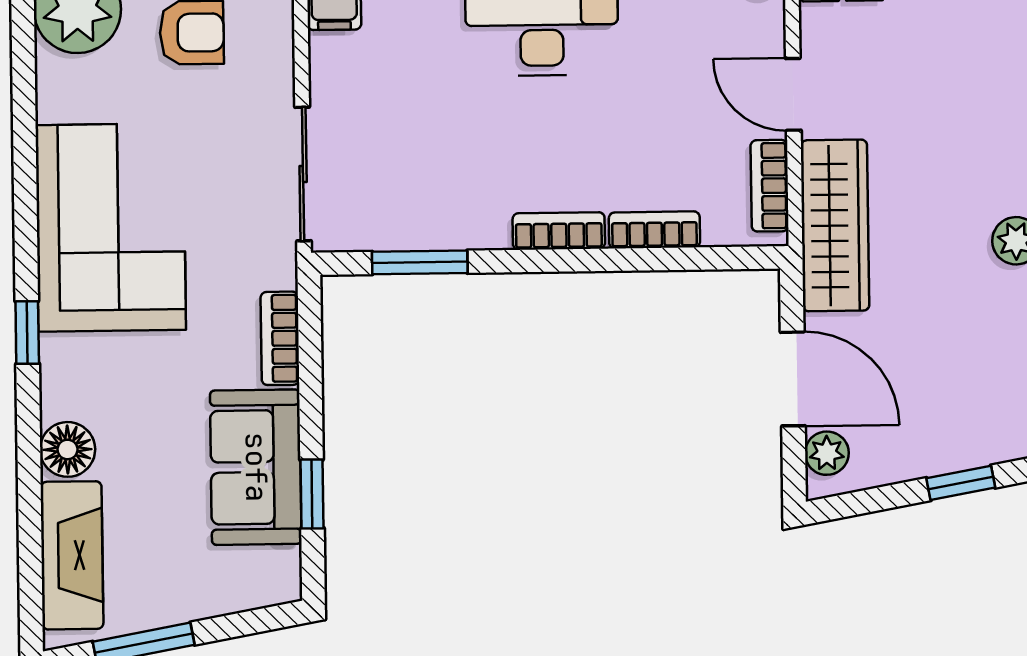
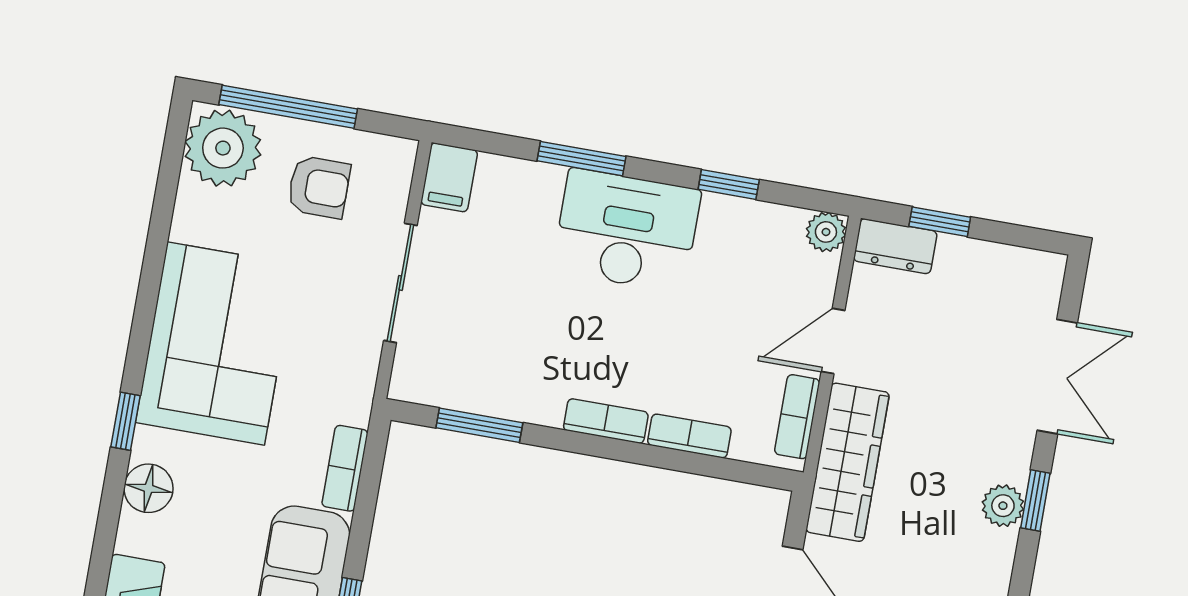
door: (793, 94) -> (833, 341), hinge flipped
sliding door: (303, 174) -> (400, 283), moved
floor lamp: (68, 449) -> (148, 488), moved

